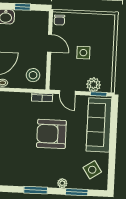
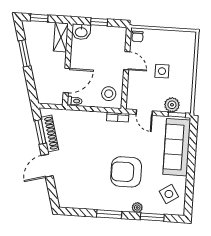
armchair: (51, 134) -> (126, 172), moved

